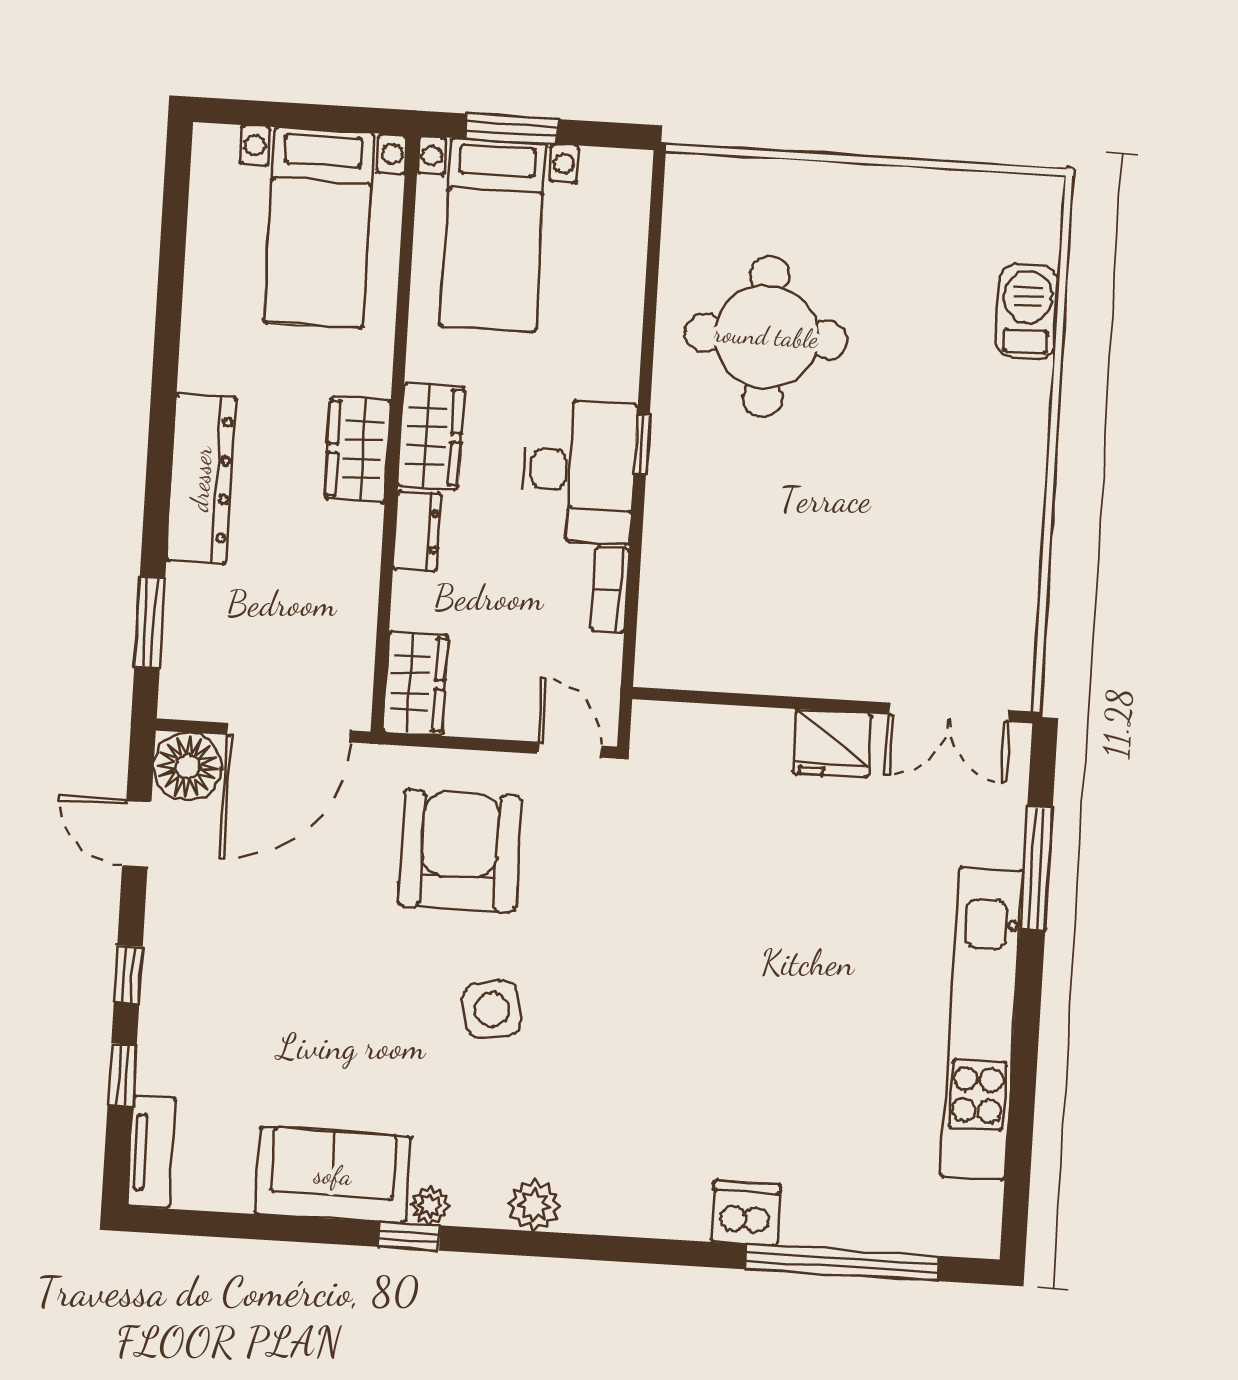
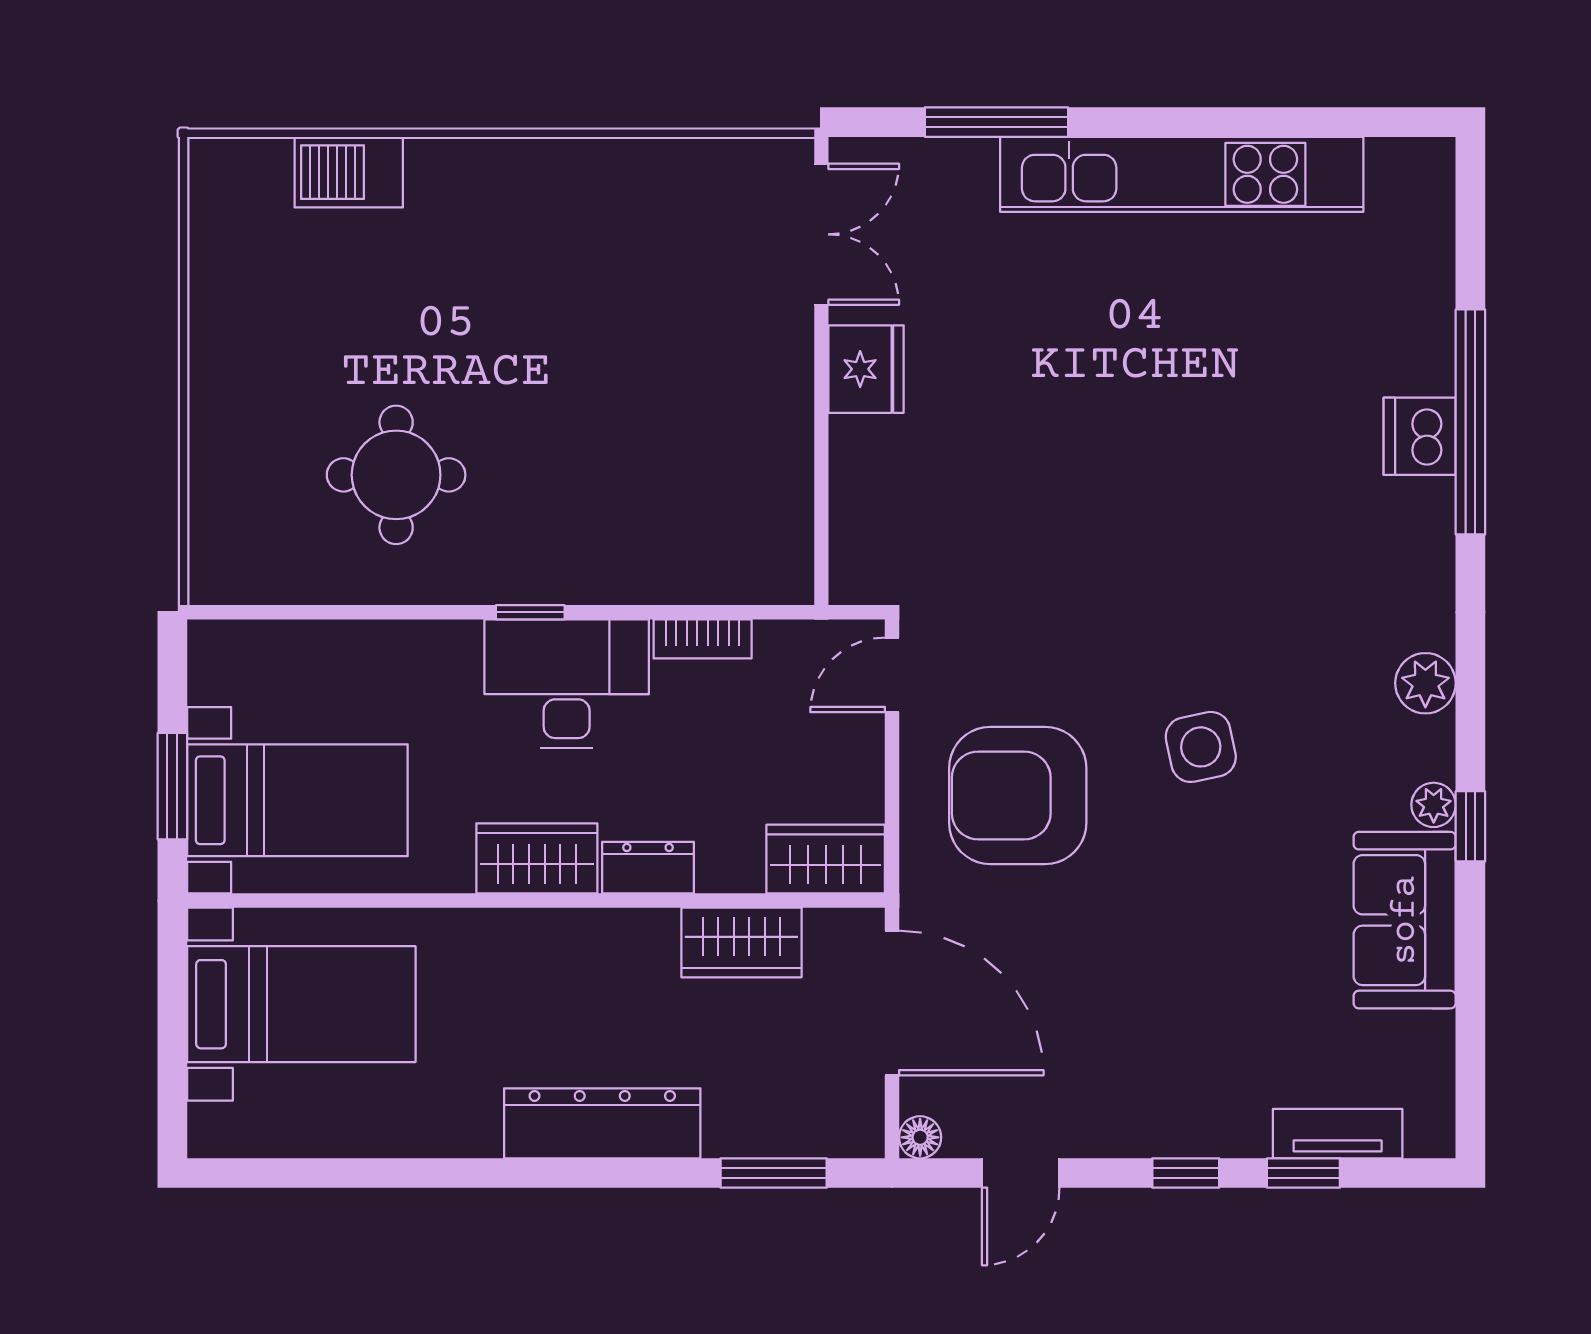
round table: (766, 336) -> (396, 475), width x0.73, depth x0.73
wardrobe: (358, 450) -> (741, 942), moved
floor lamp: (188, 766) -> (920, 1137), width x0.53, depth x0.53
tv unit: (151, 1152) -> (1338, 1134), moved
window: (842, 1263) -> (1470, 422), moved

